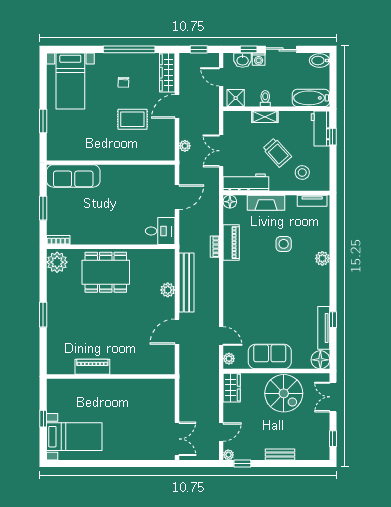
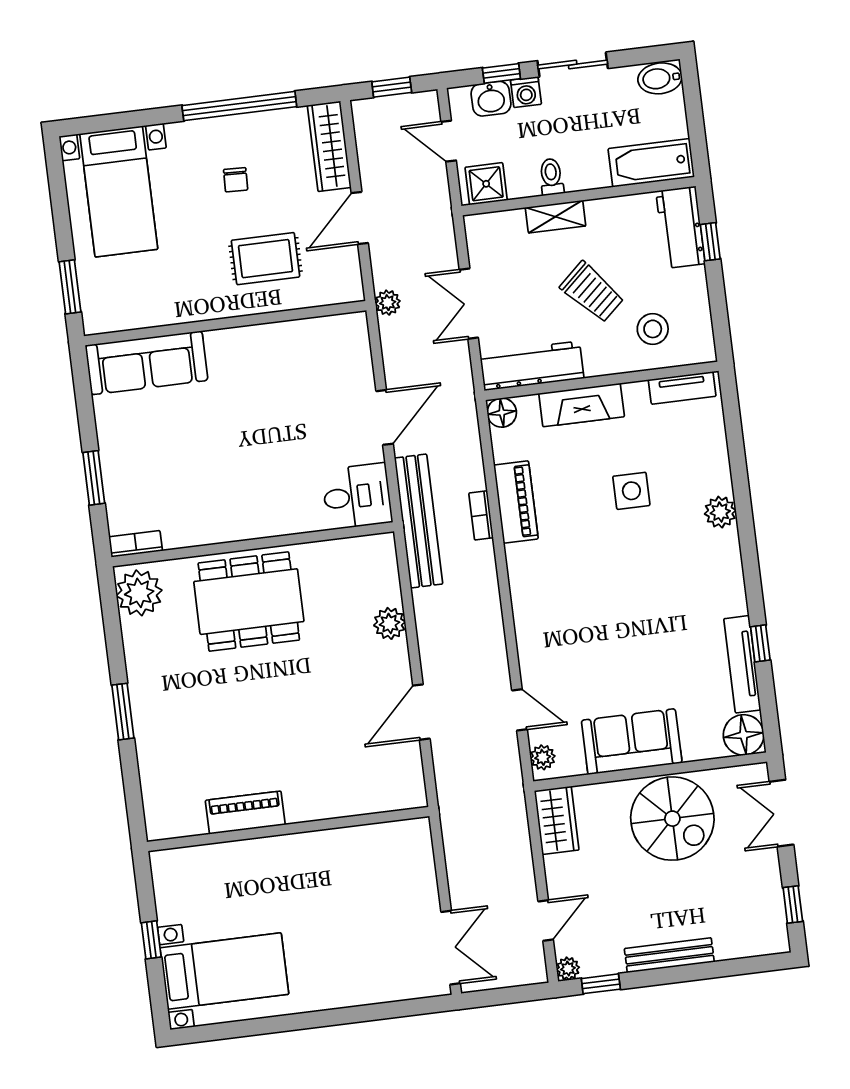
wall: (111, 163) -> (225, 323), moved
sofa: (73, 176) -> (146, 363), moved
bench: (186, 282) -> (419, 521), moved
bench: (280, 454) -> (669, 955), width x1.36

